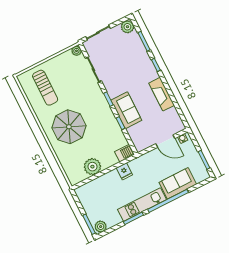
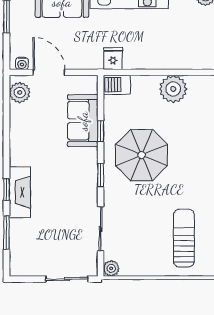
plant: (127, 27) -> (20, 93), moved
fireplace: (162, 94) -> (20, 192), moved
sofa: (126, 110) -> (83, 121), moved
parasol: (69, 127) -> (142, 155), moved
fridge: (124, 171) -> (113, 59), moved

